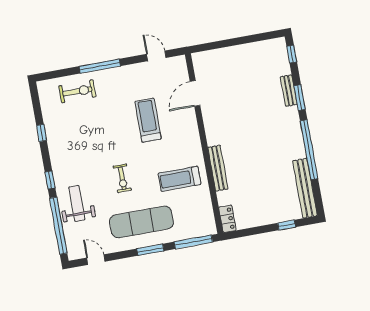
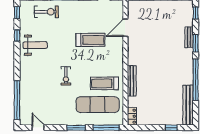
treadmill: (148, 120) -> (90, 40), turned 90
window: (50, 180) -> (17, 13), moved
weight bench: (77, 203) -> (35, 45), moved, turned 90
exercise mat: (141, 222) -> (98, 105), moved

